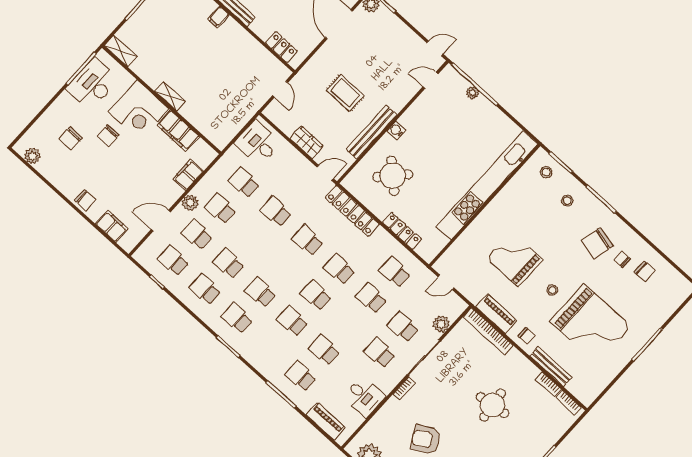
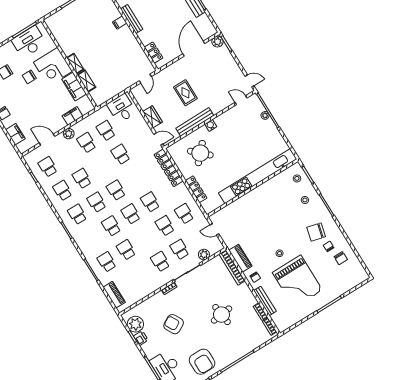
shelving: (121, 51) -> (86, 81), moved
school desk: (197, 235) -> (67, 155), removed
school desk: (308, 240) -> (116, 190), moved
grand piano: (514, 259) -> (261, 227), removed
desk: (364, 397) -> (143, 286), removed

